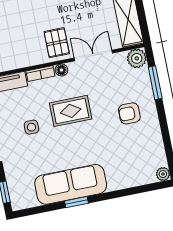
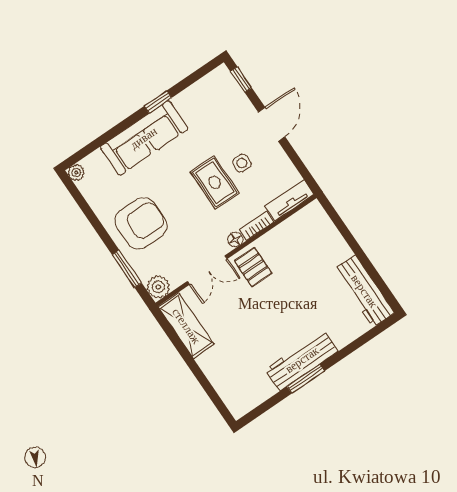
rug: (71, 111) -> (215, 182), moved, turned 90
armchair: (129, 113) -> (141, 223), width x1.88, depth x1.88
sofa: (71, 184) -> (144, 138), moved

